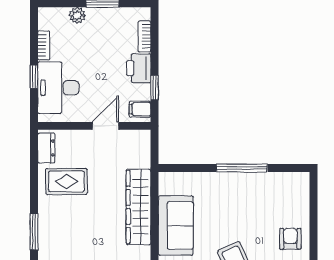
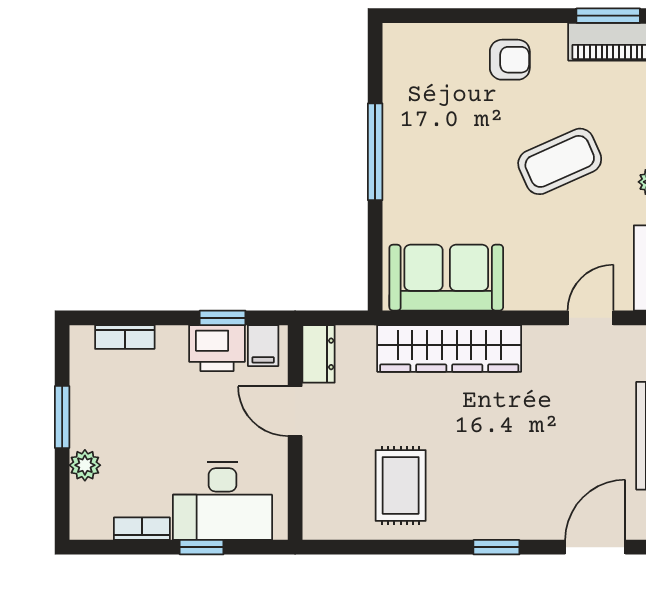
printer: (139, 68) -> (217, 348), moved
dresser: (46, 148) -> (319, 354), moved, turned 90
sofa: (176, 225) -> (446, 278), moved
window: (34, 232) -> (496, 547), width x0.67
armchair: (290, 239) -> (510, 60), turned 180

